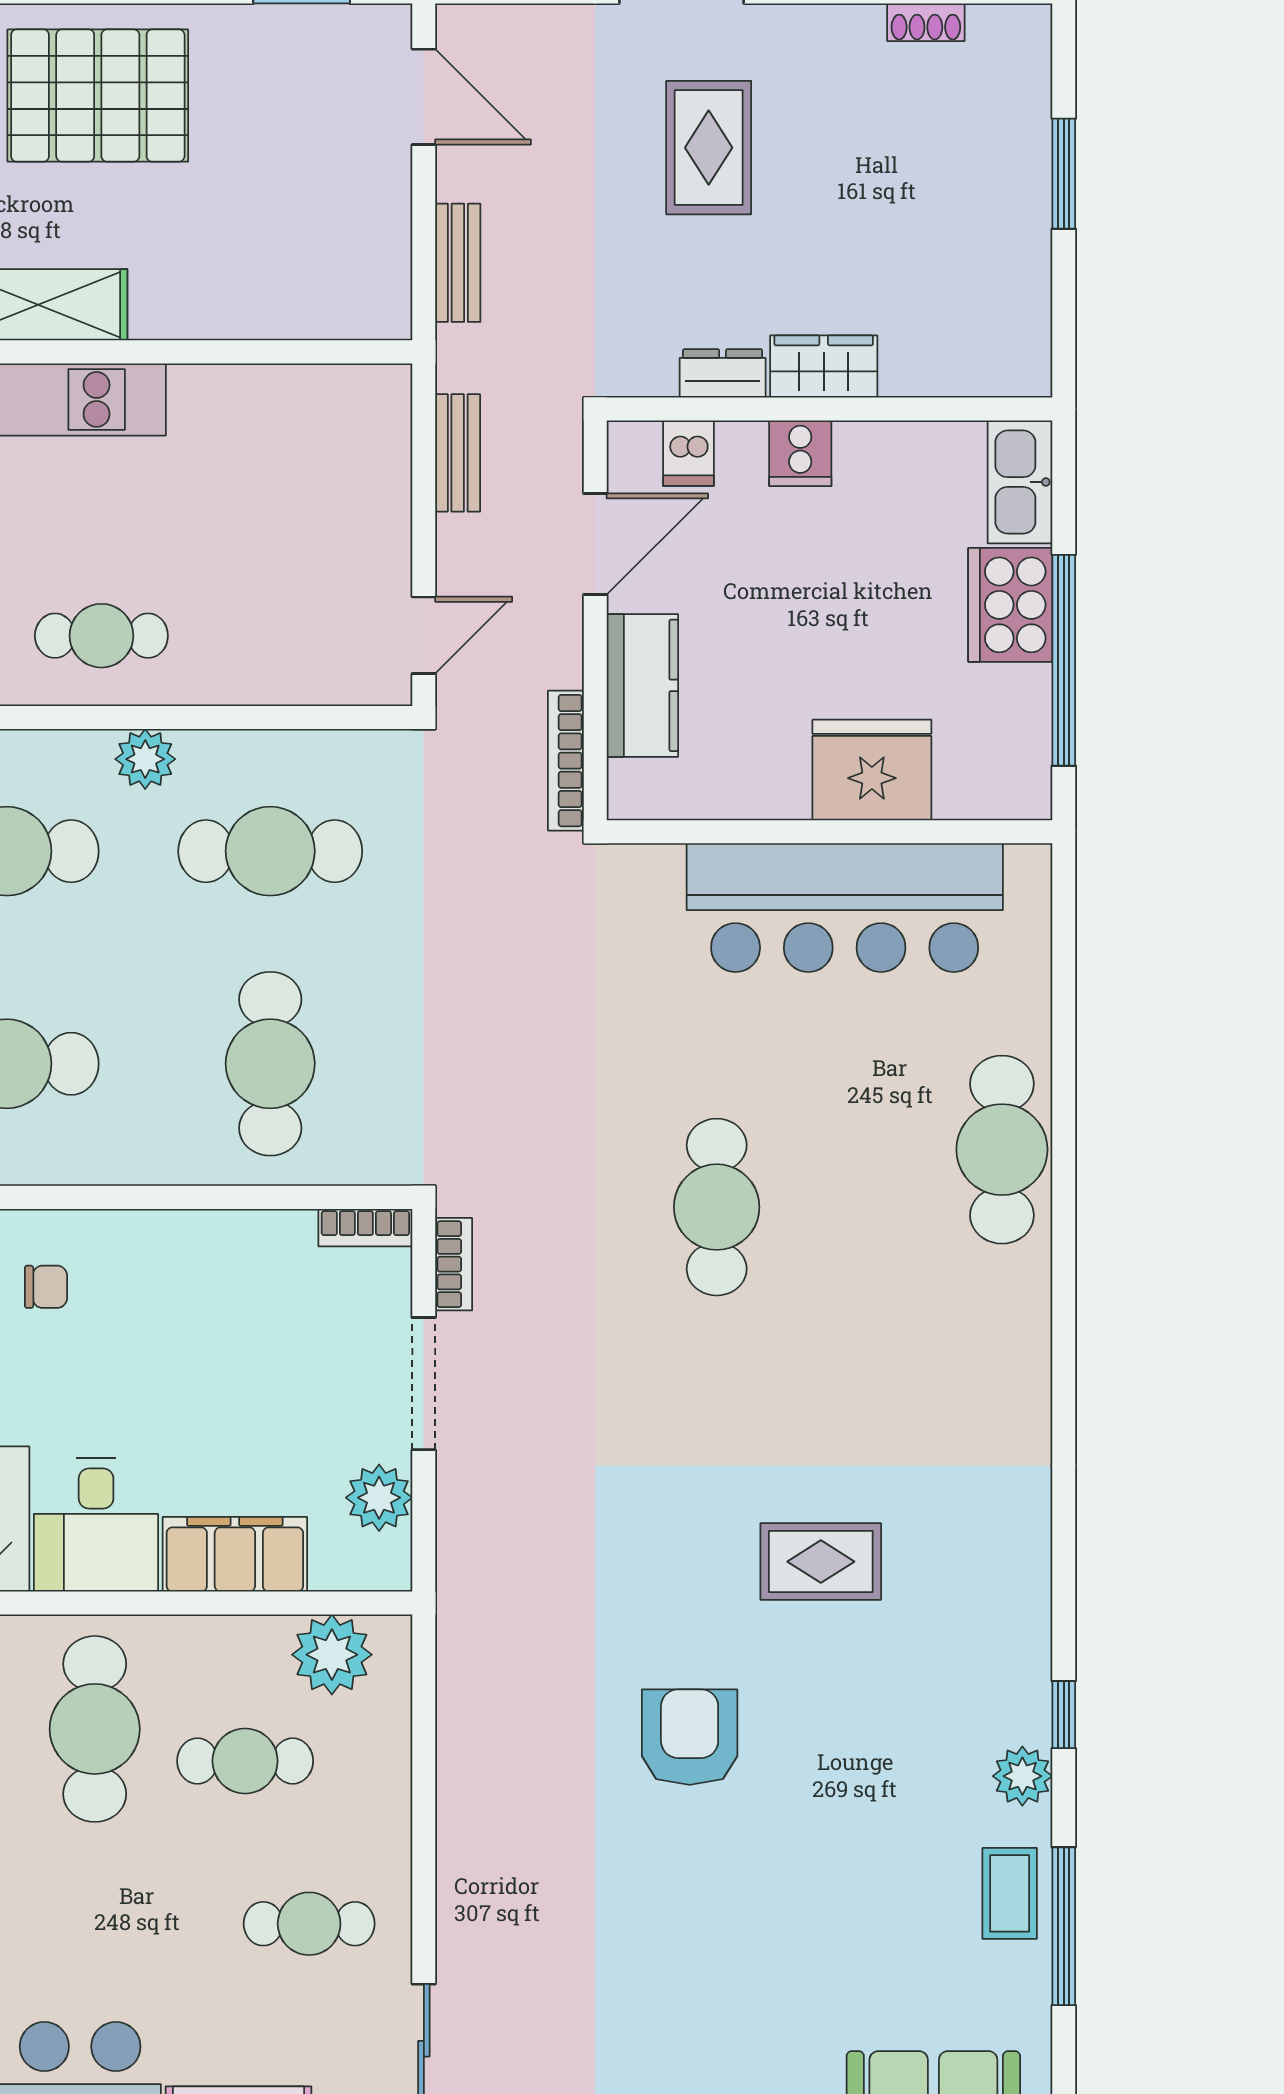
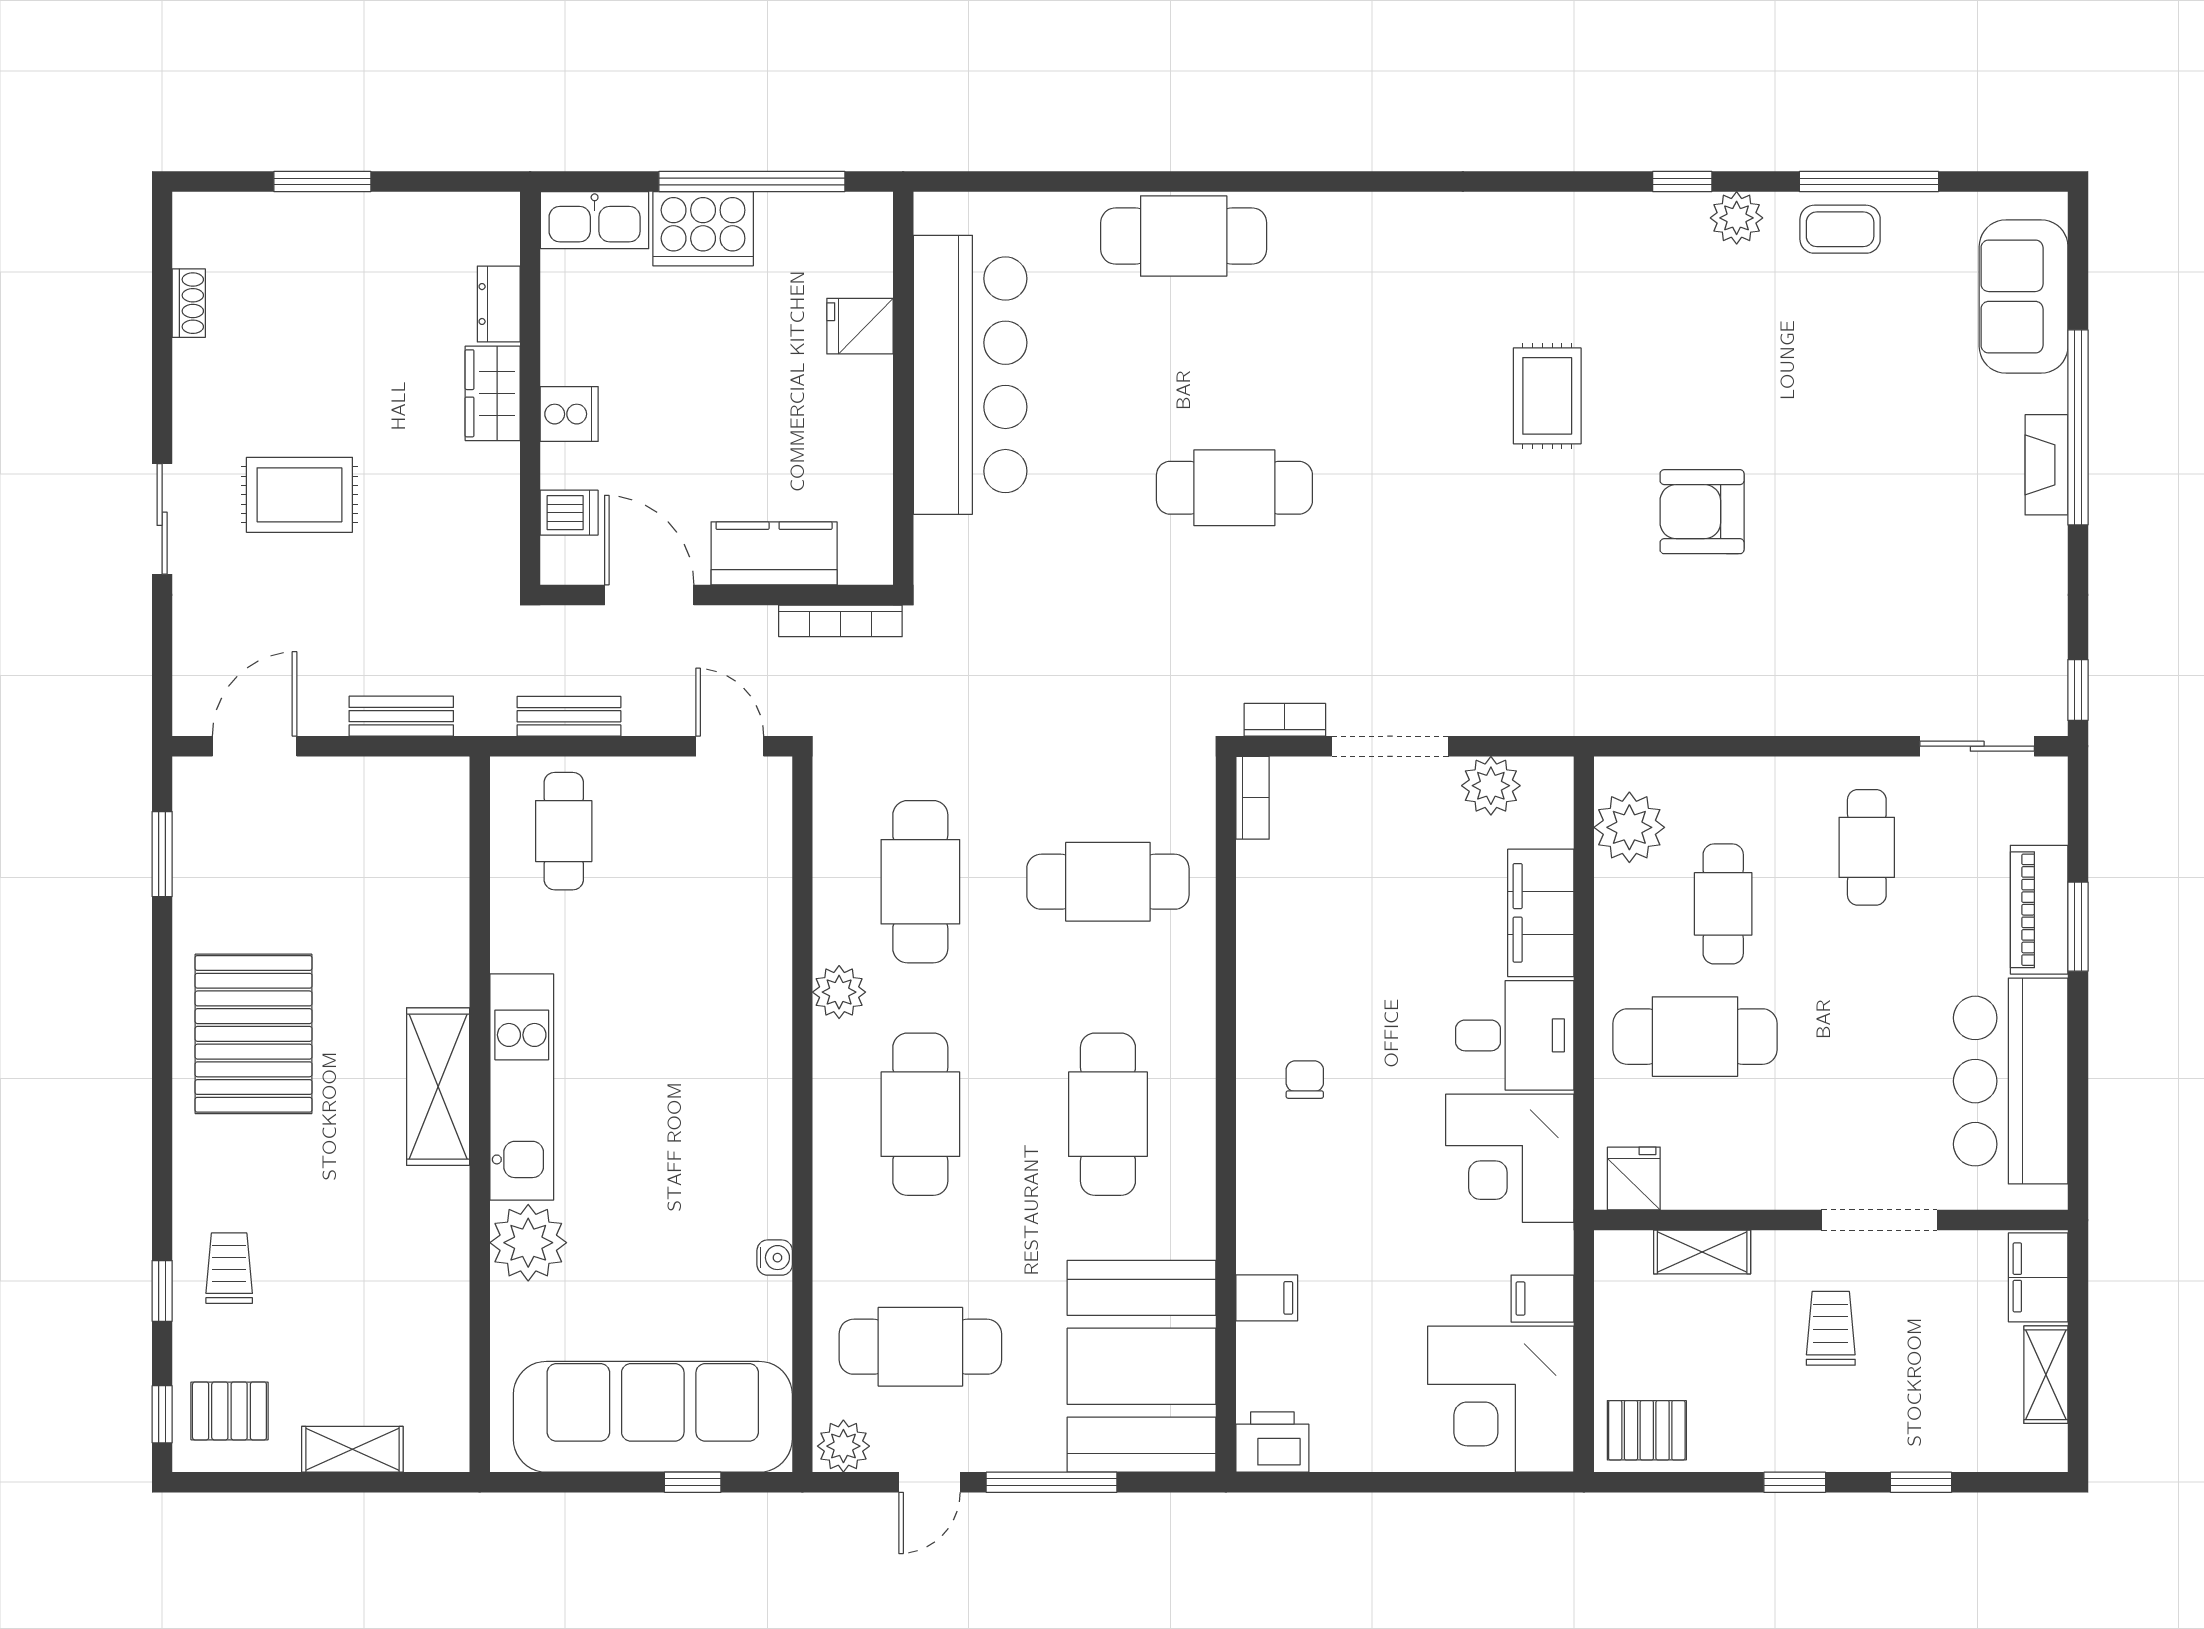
dresser: (723, 373) -> (499, 304), moved
cafe table: (101, 636) -> (564, 831), moved
fridge: (872, 770) -> (860, 326), width x0.53, depth x0.75

